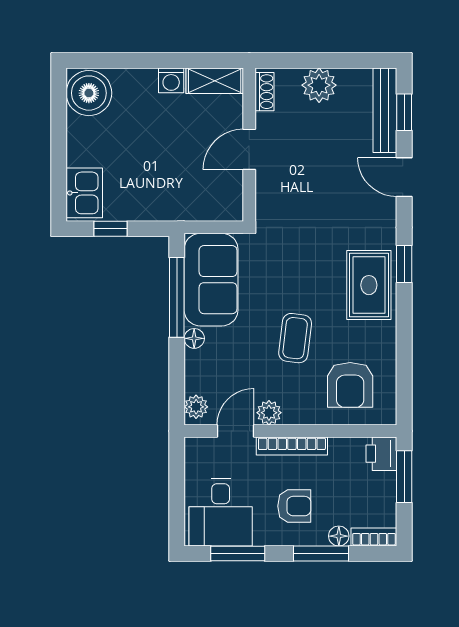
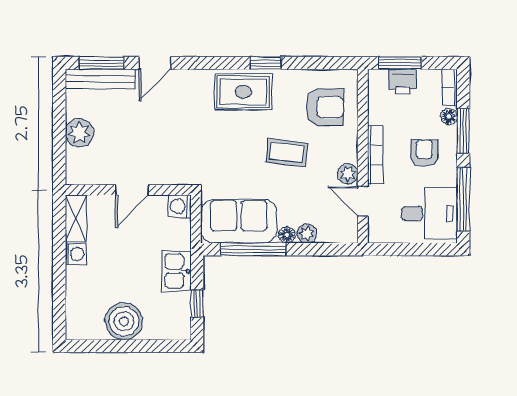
shoe rack: (264, 92) -> (85, 177), removed
boiler: (89, 93) -> (124, 321), moved
window: (404, 112) -> (102, 63), width x1.50
door: (249, 149) -> (132, 190), hinge flipped
kitchen sink: (84, 193) -> (176, 271), moved, turned -90
washing machine: (229, 208) -> (180, 206), added
window: (404, 264) -> (266, 63), moved
plant: (196, 407) -> (307, 234), moved
printer: (381, 454) -> (403, 82), moved
window: (238, 554) -> (463, 199), width x1.44

